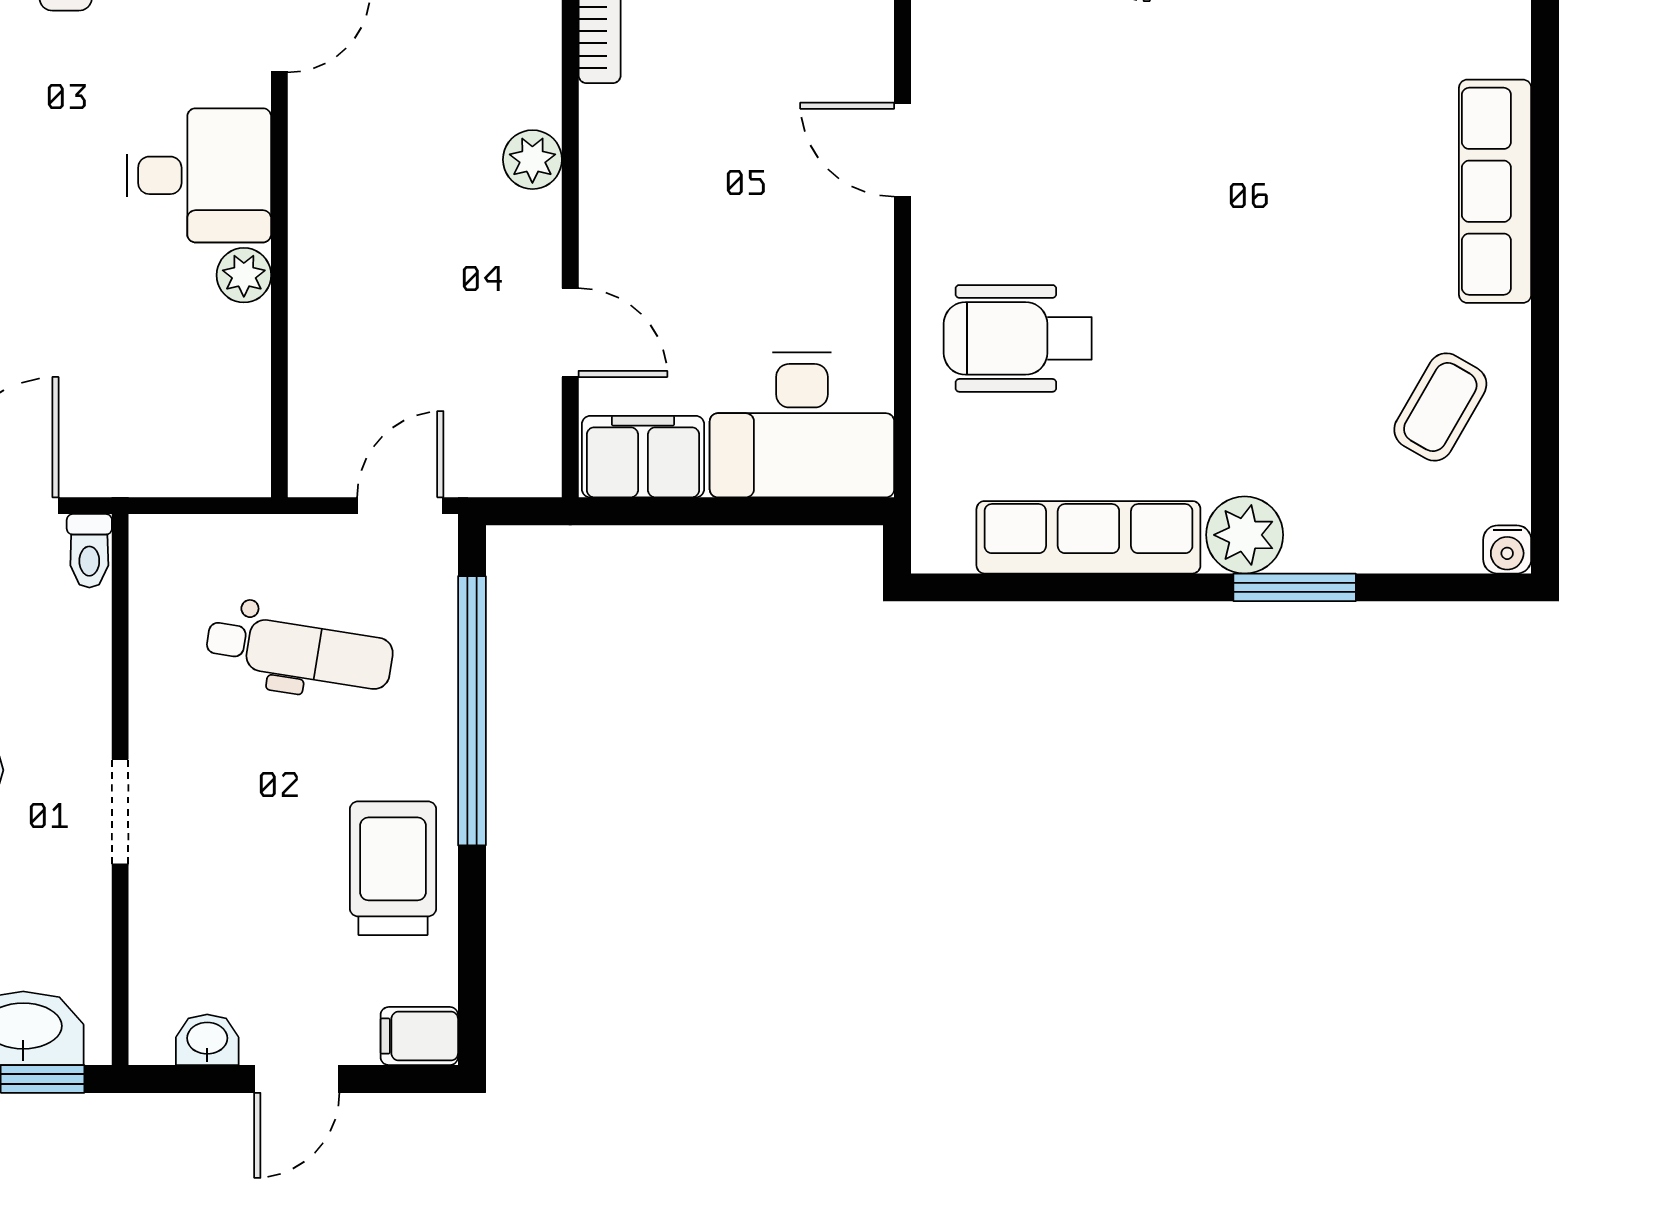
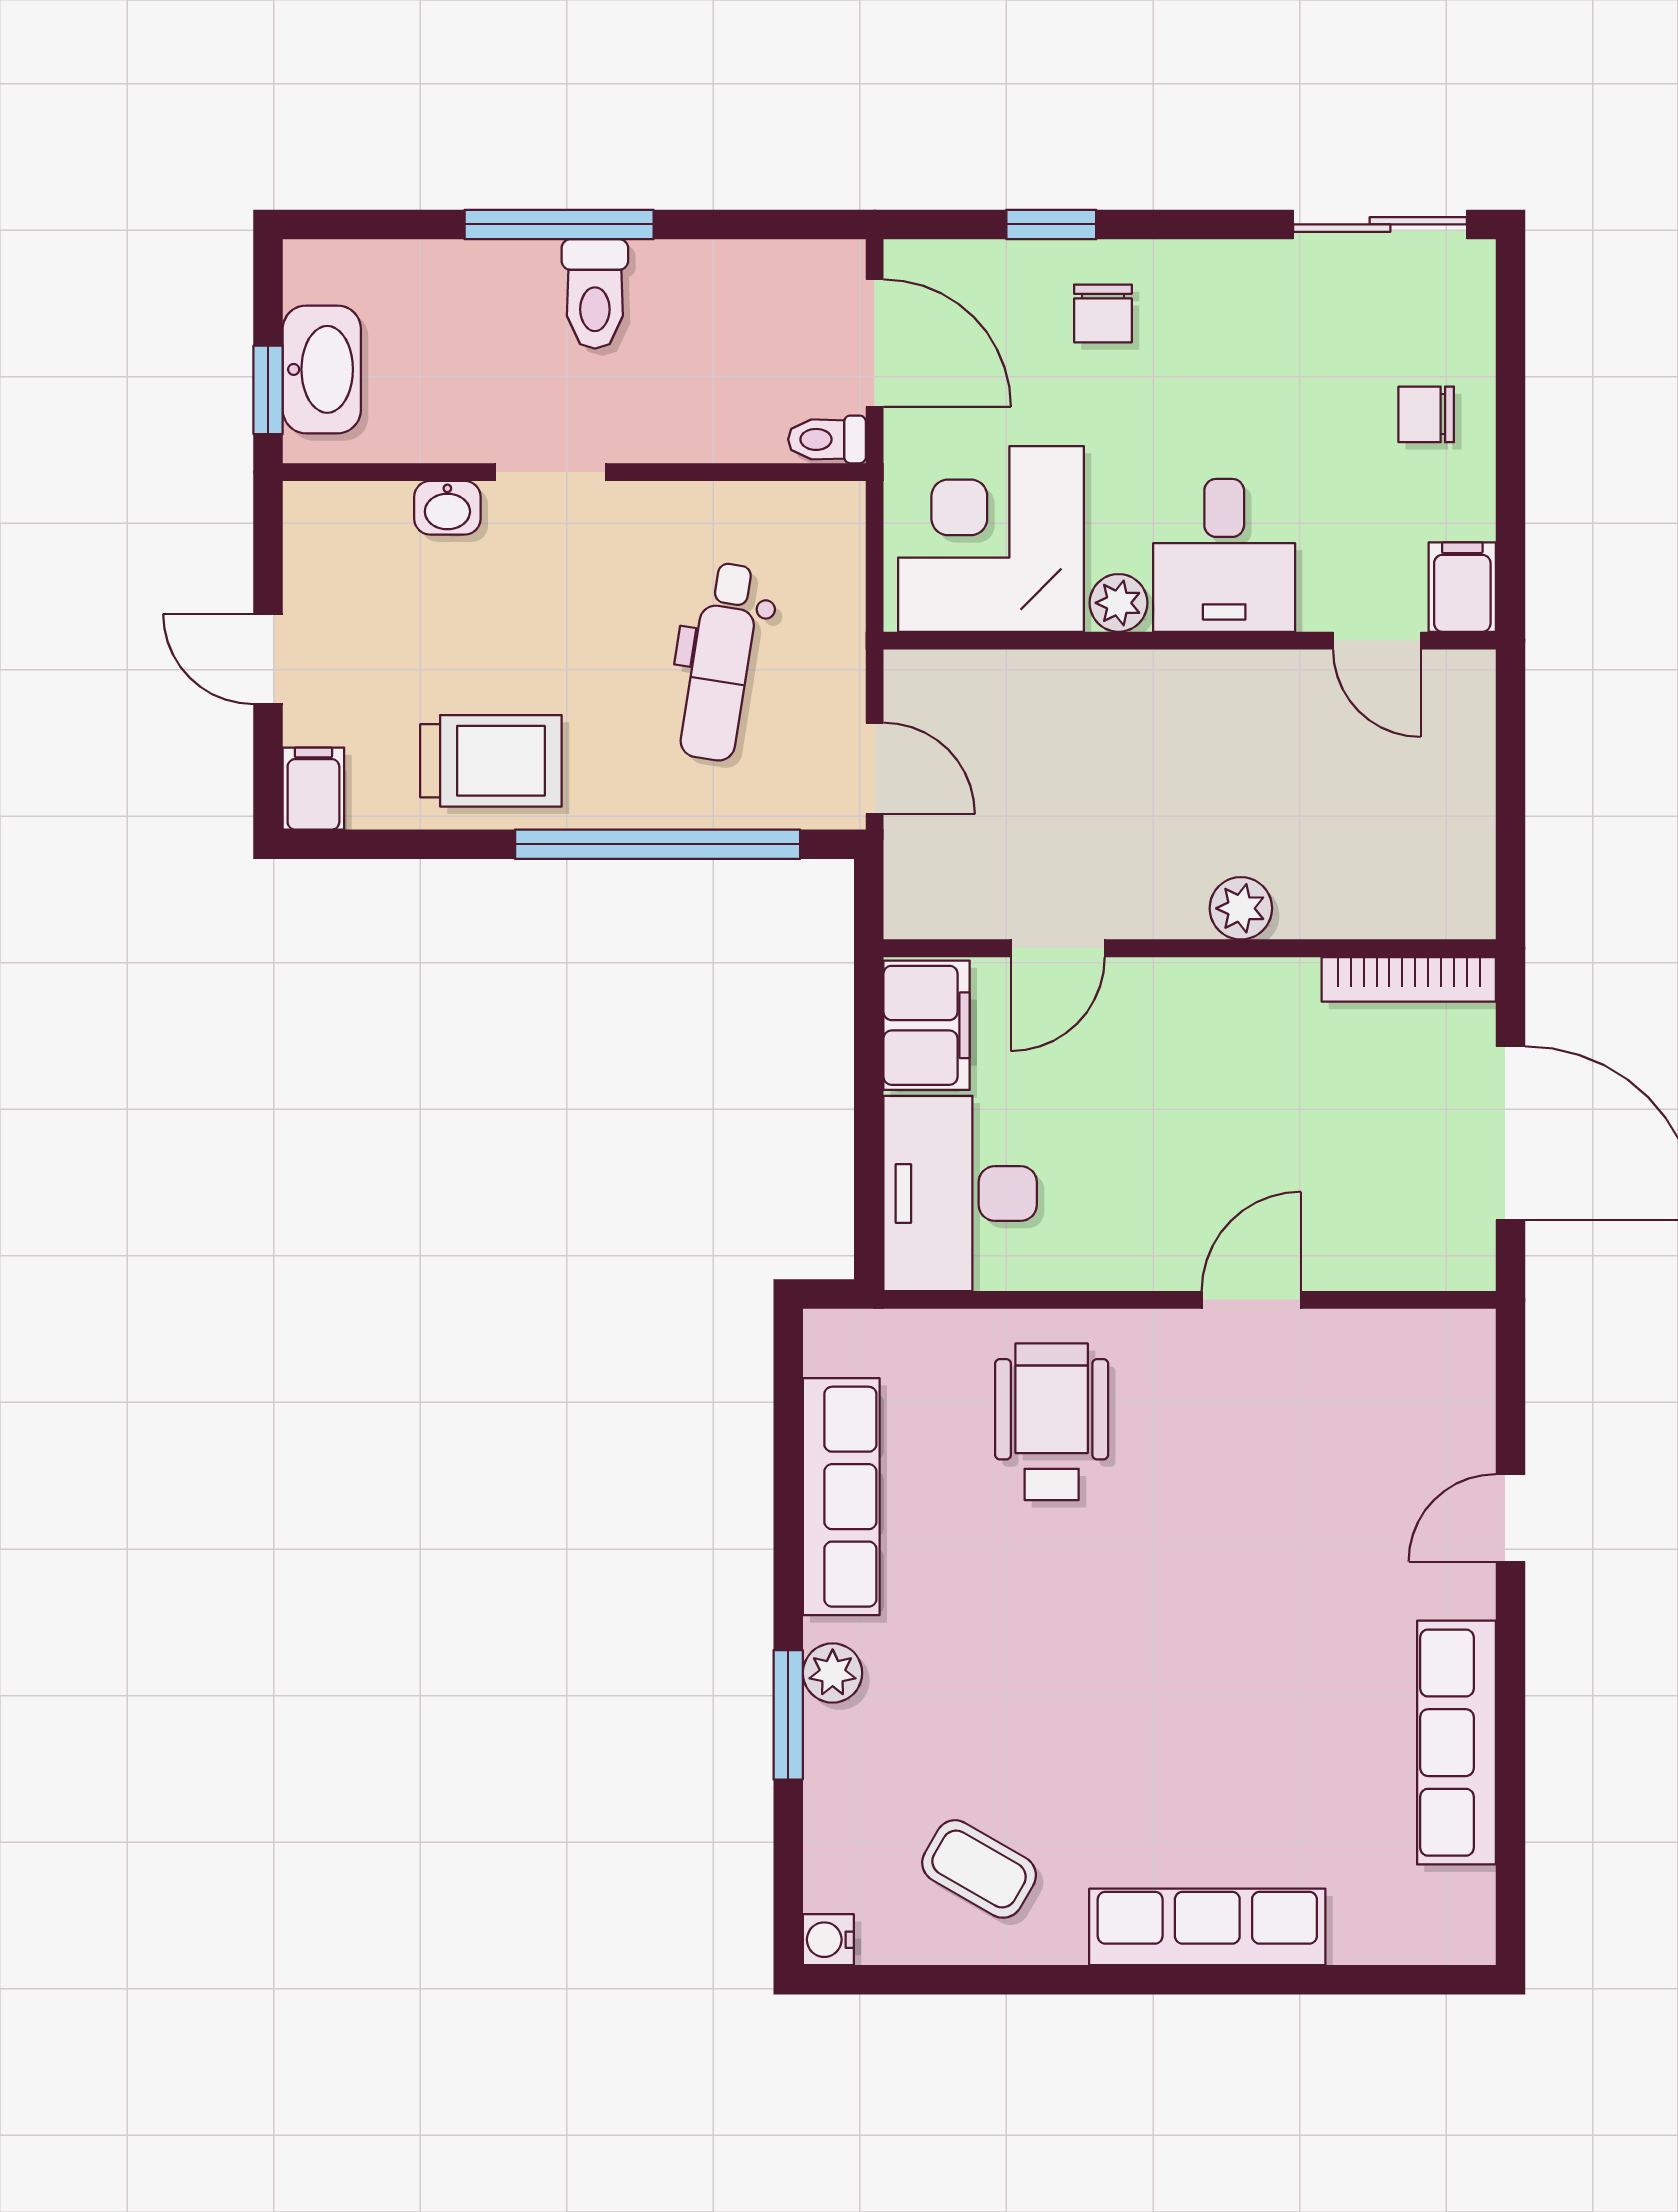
corner desk: (183, 396) -> (991, 539), added
plant: (1245, 535) -> (833, 1673), width x0.73, depth x0.73
washbasin: (207, 1040) -> (447, 508), moved, turned 90

